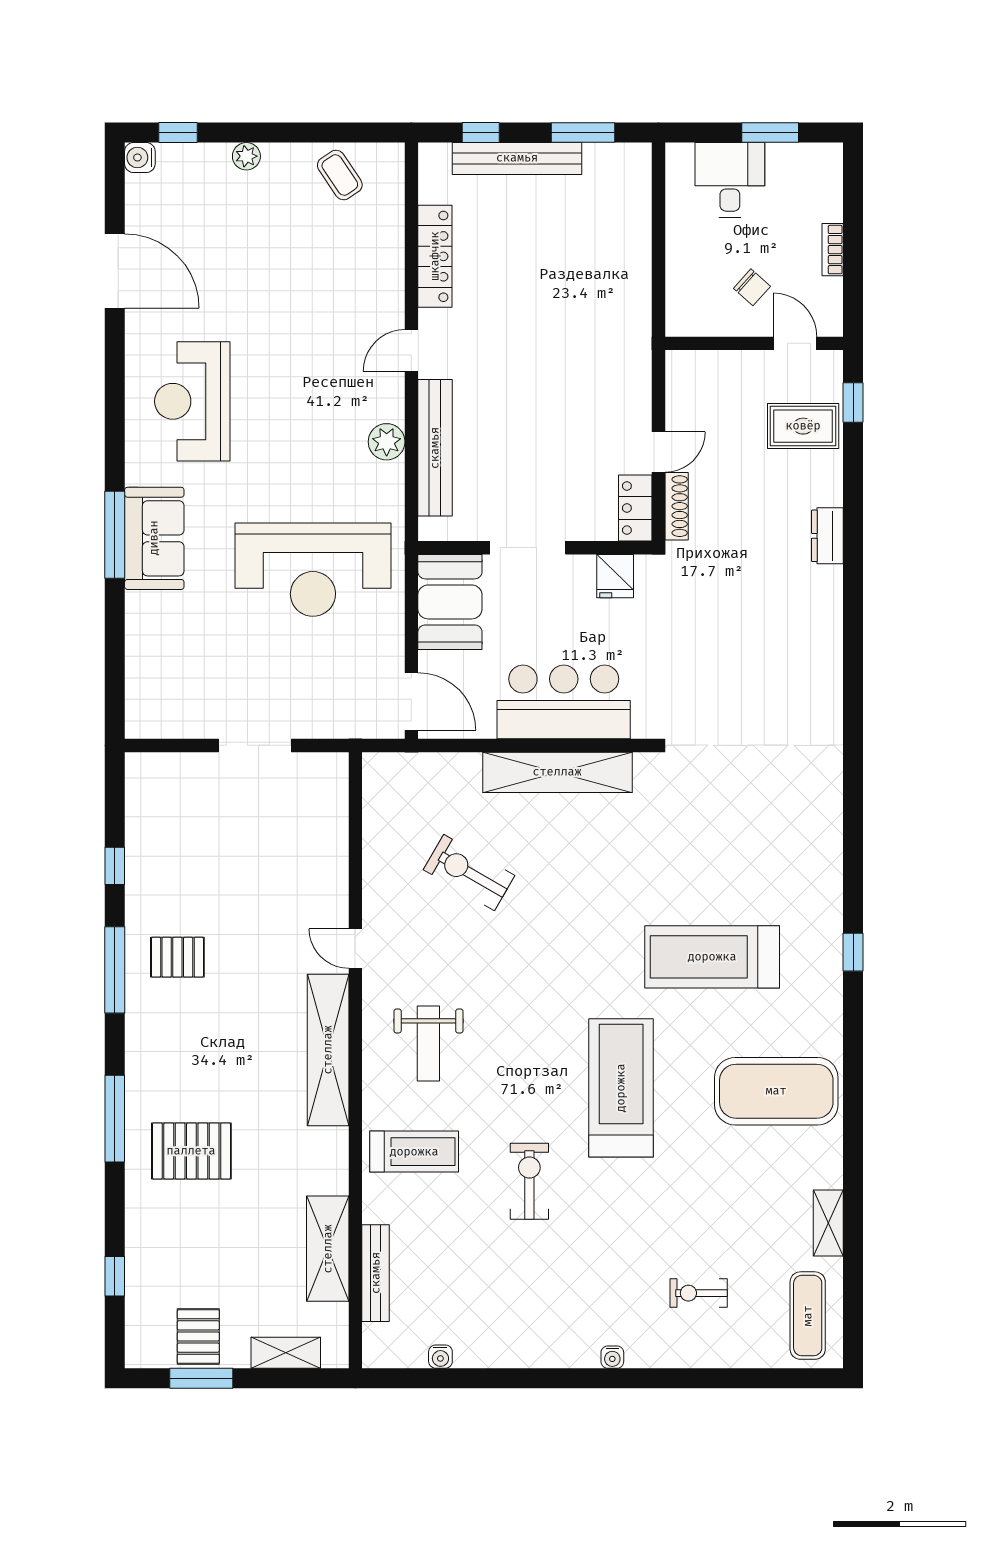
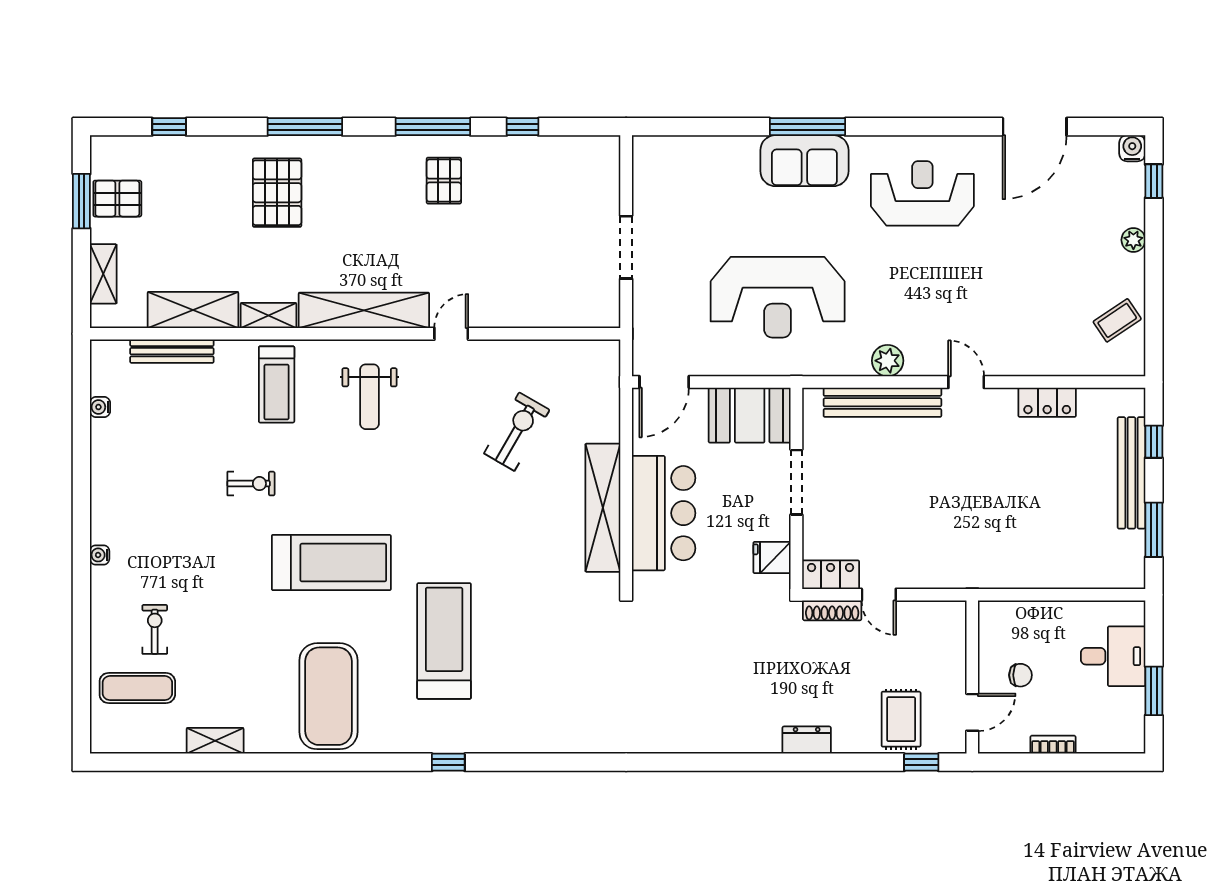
locker: (435, 256) -> (1047, 402), width x0.66
chair: (752, 287) -> (1020, 675), turned -132
reception desk: (313, 570) -> (778, 297), turned -90
weight bench: (428, 1044) -> (370, 397), turned -90
shelving: (334, 1161) -> (269, 316), added
exercise bike: (529, 1181) -> (251, 484), width x0.73, depth x0.72
exercise mat: (808, 1316) -> (137, 688), moved

